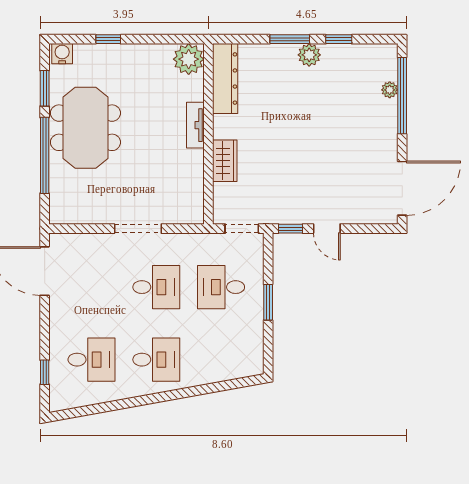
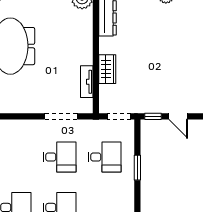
tv unit: (195, 125) -> (87, 82), moved
doorway: (138, 229) -> (61, 116), moved
desk: (221, 287) -> (105, 157), turned 180

